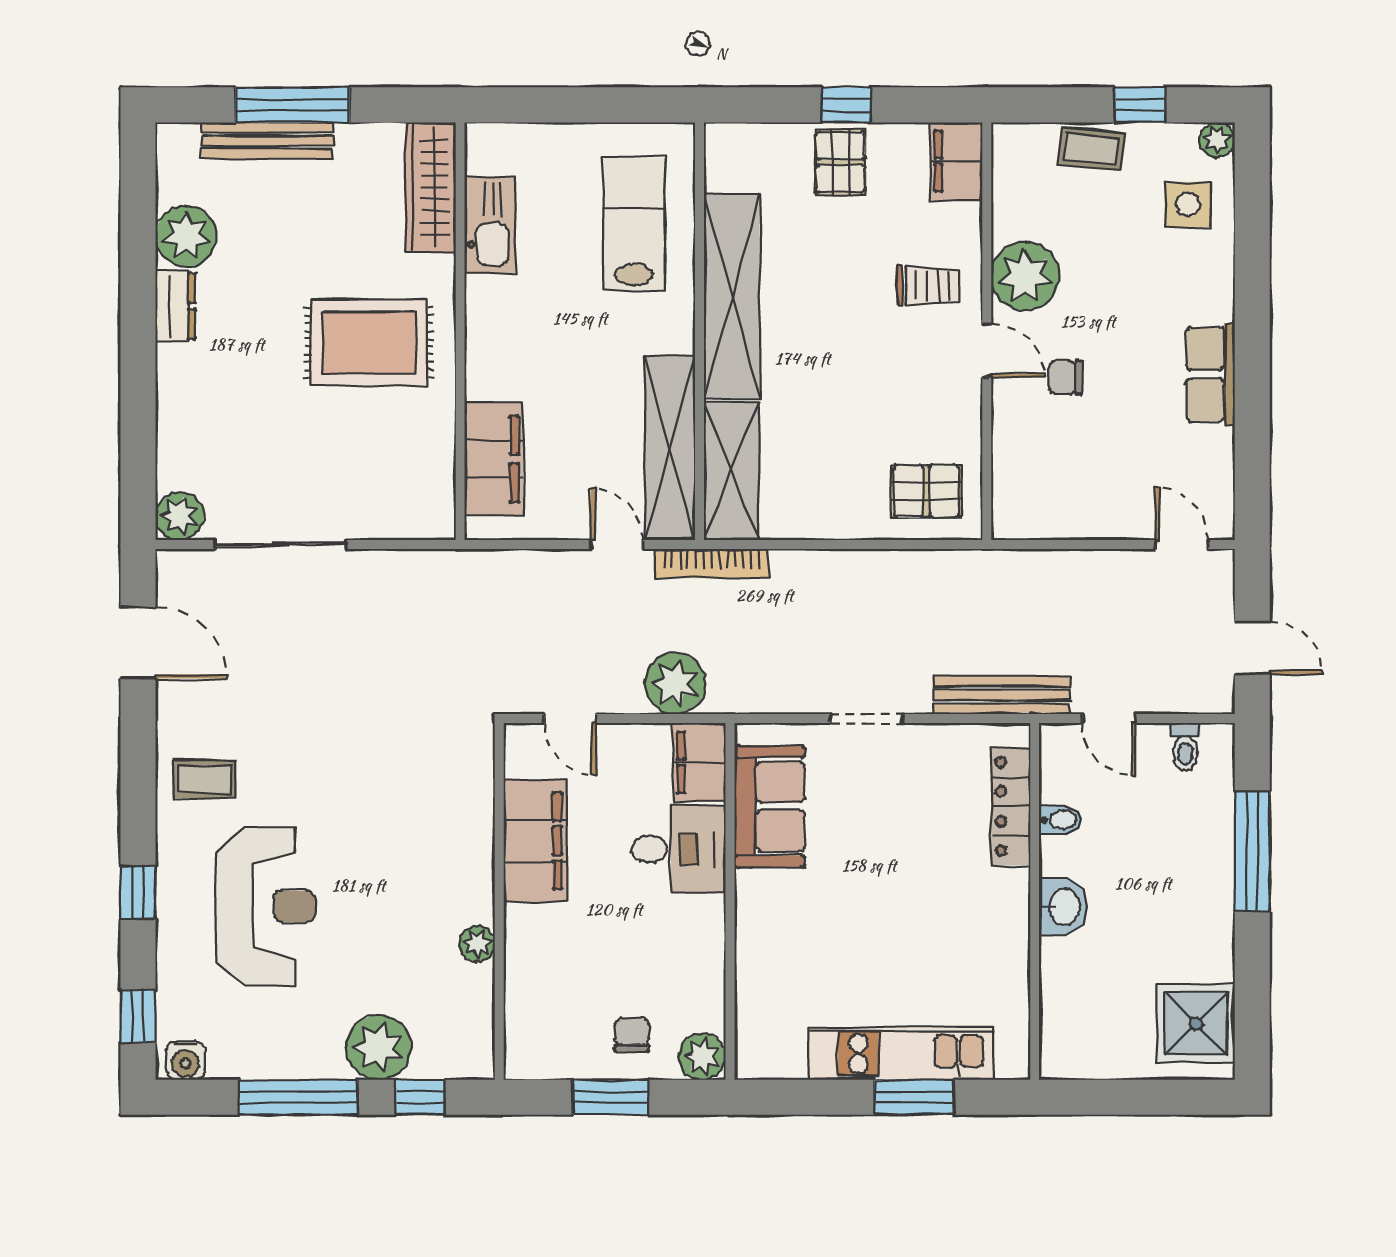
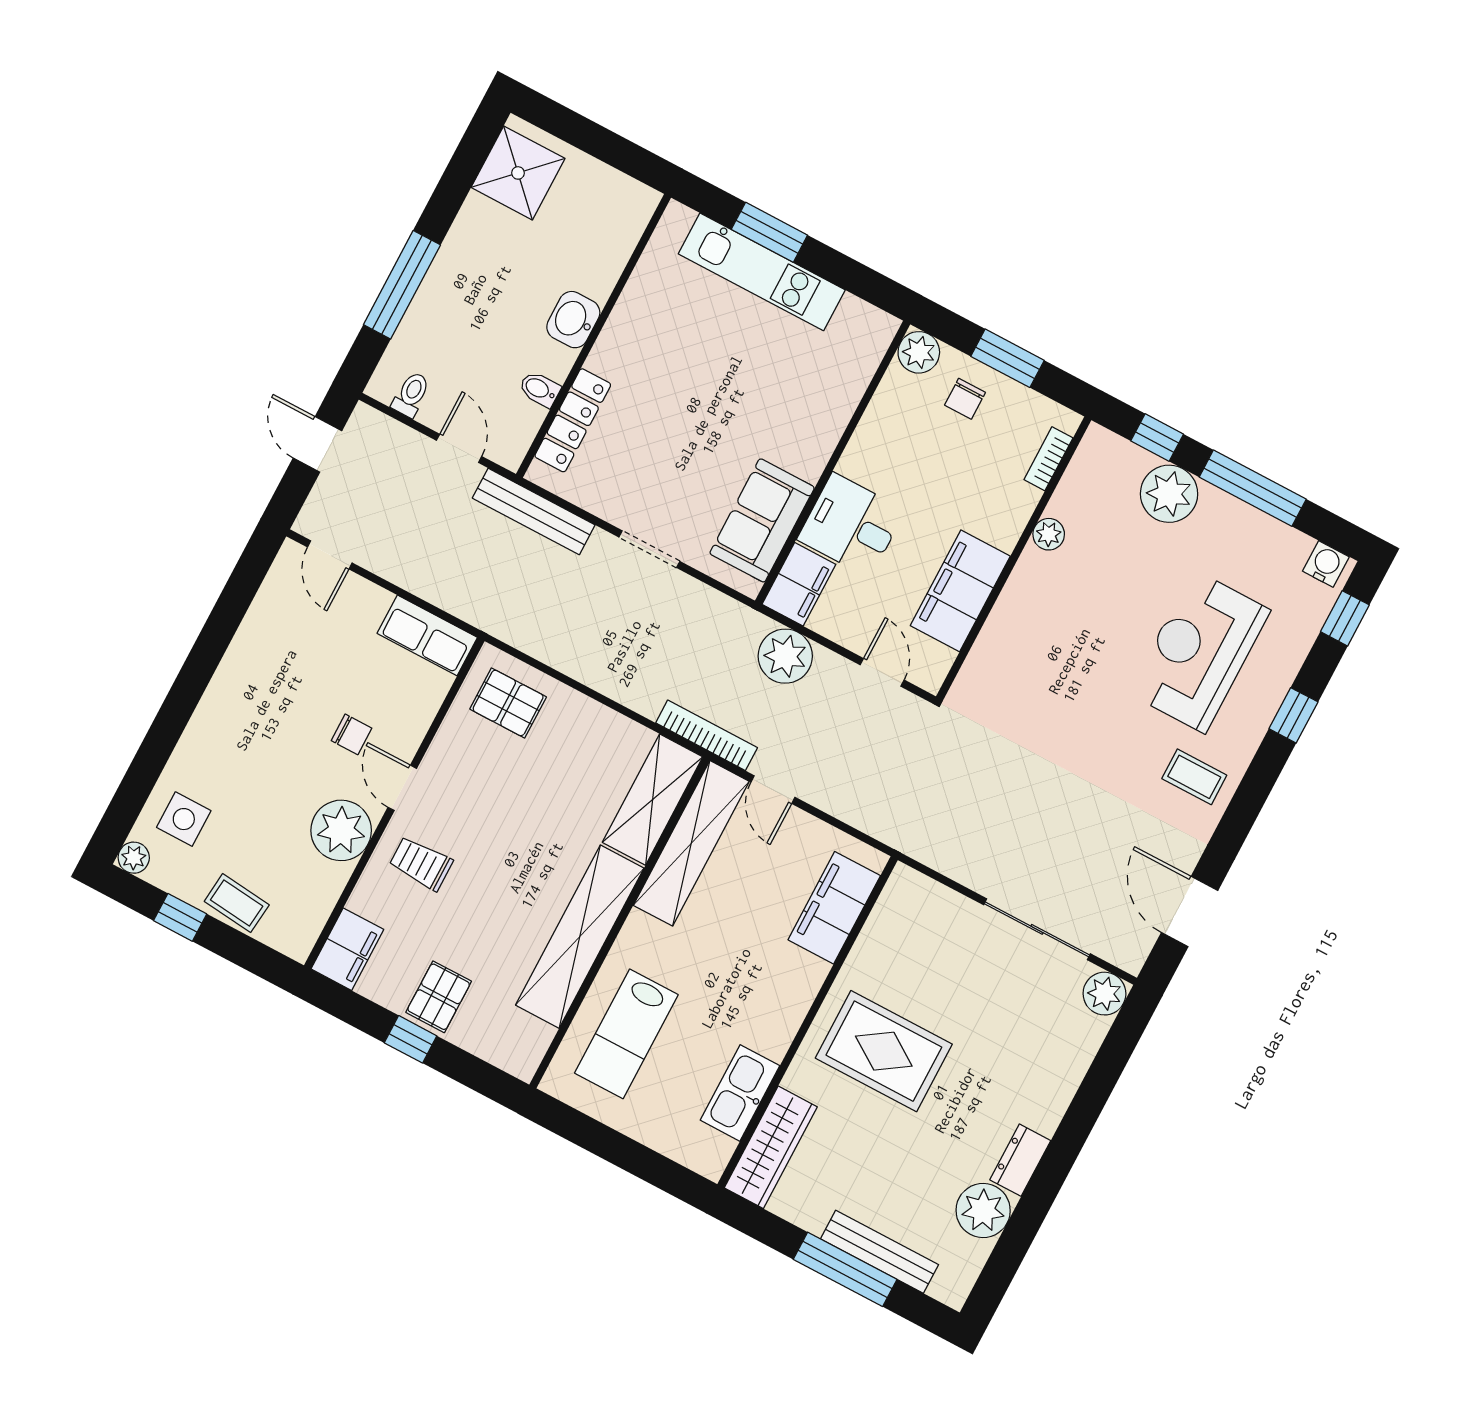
row of seats: (1210, 374) -> (427, 635), moved, turned 90
bookcase: (517, 1019) -> (1048, 459), added

